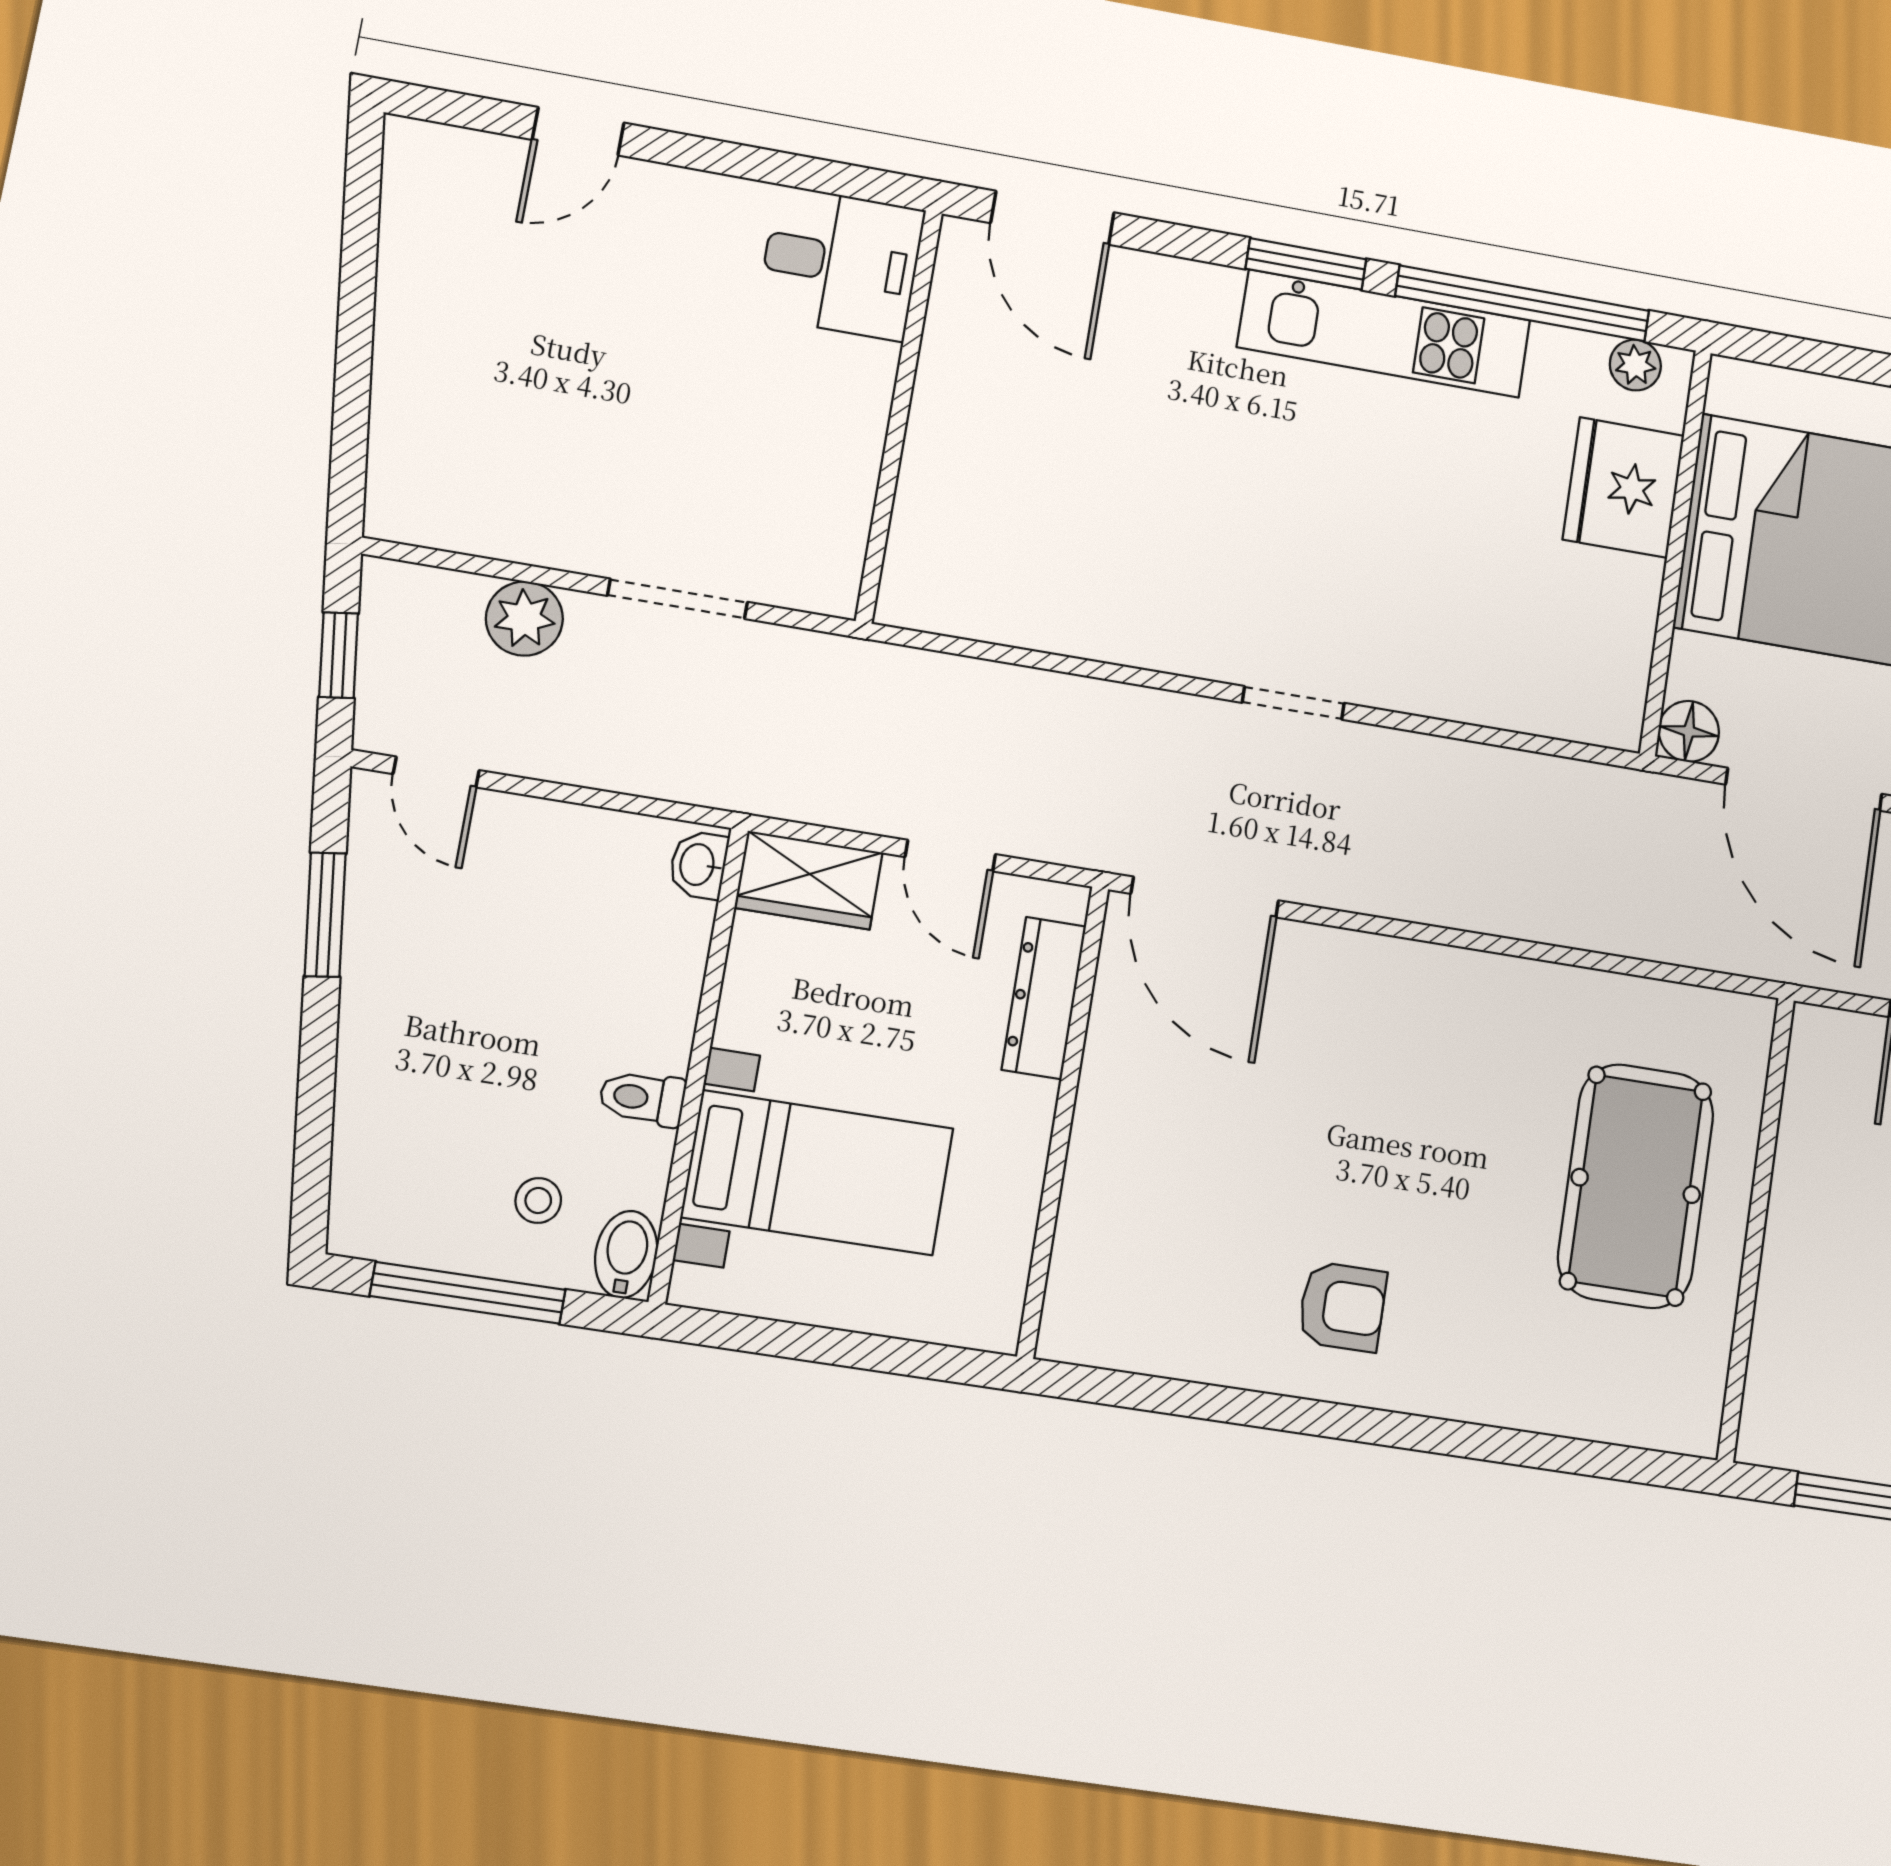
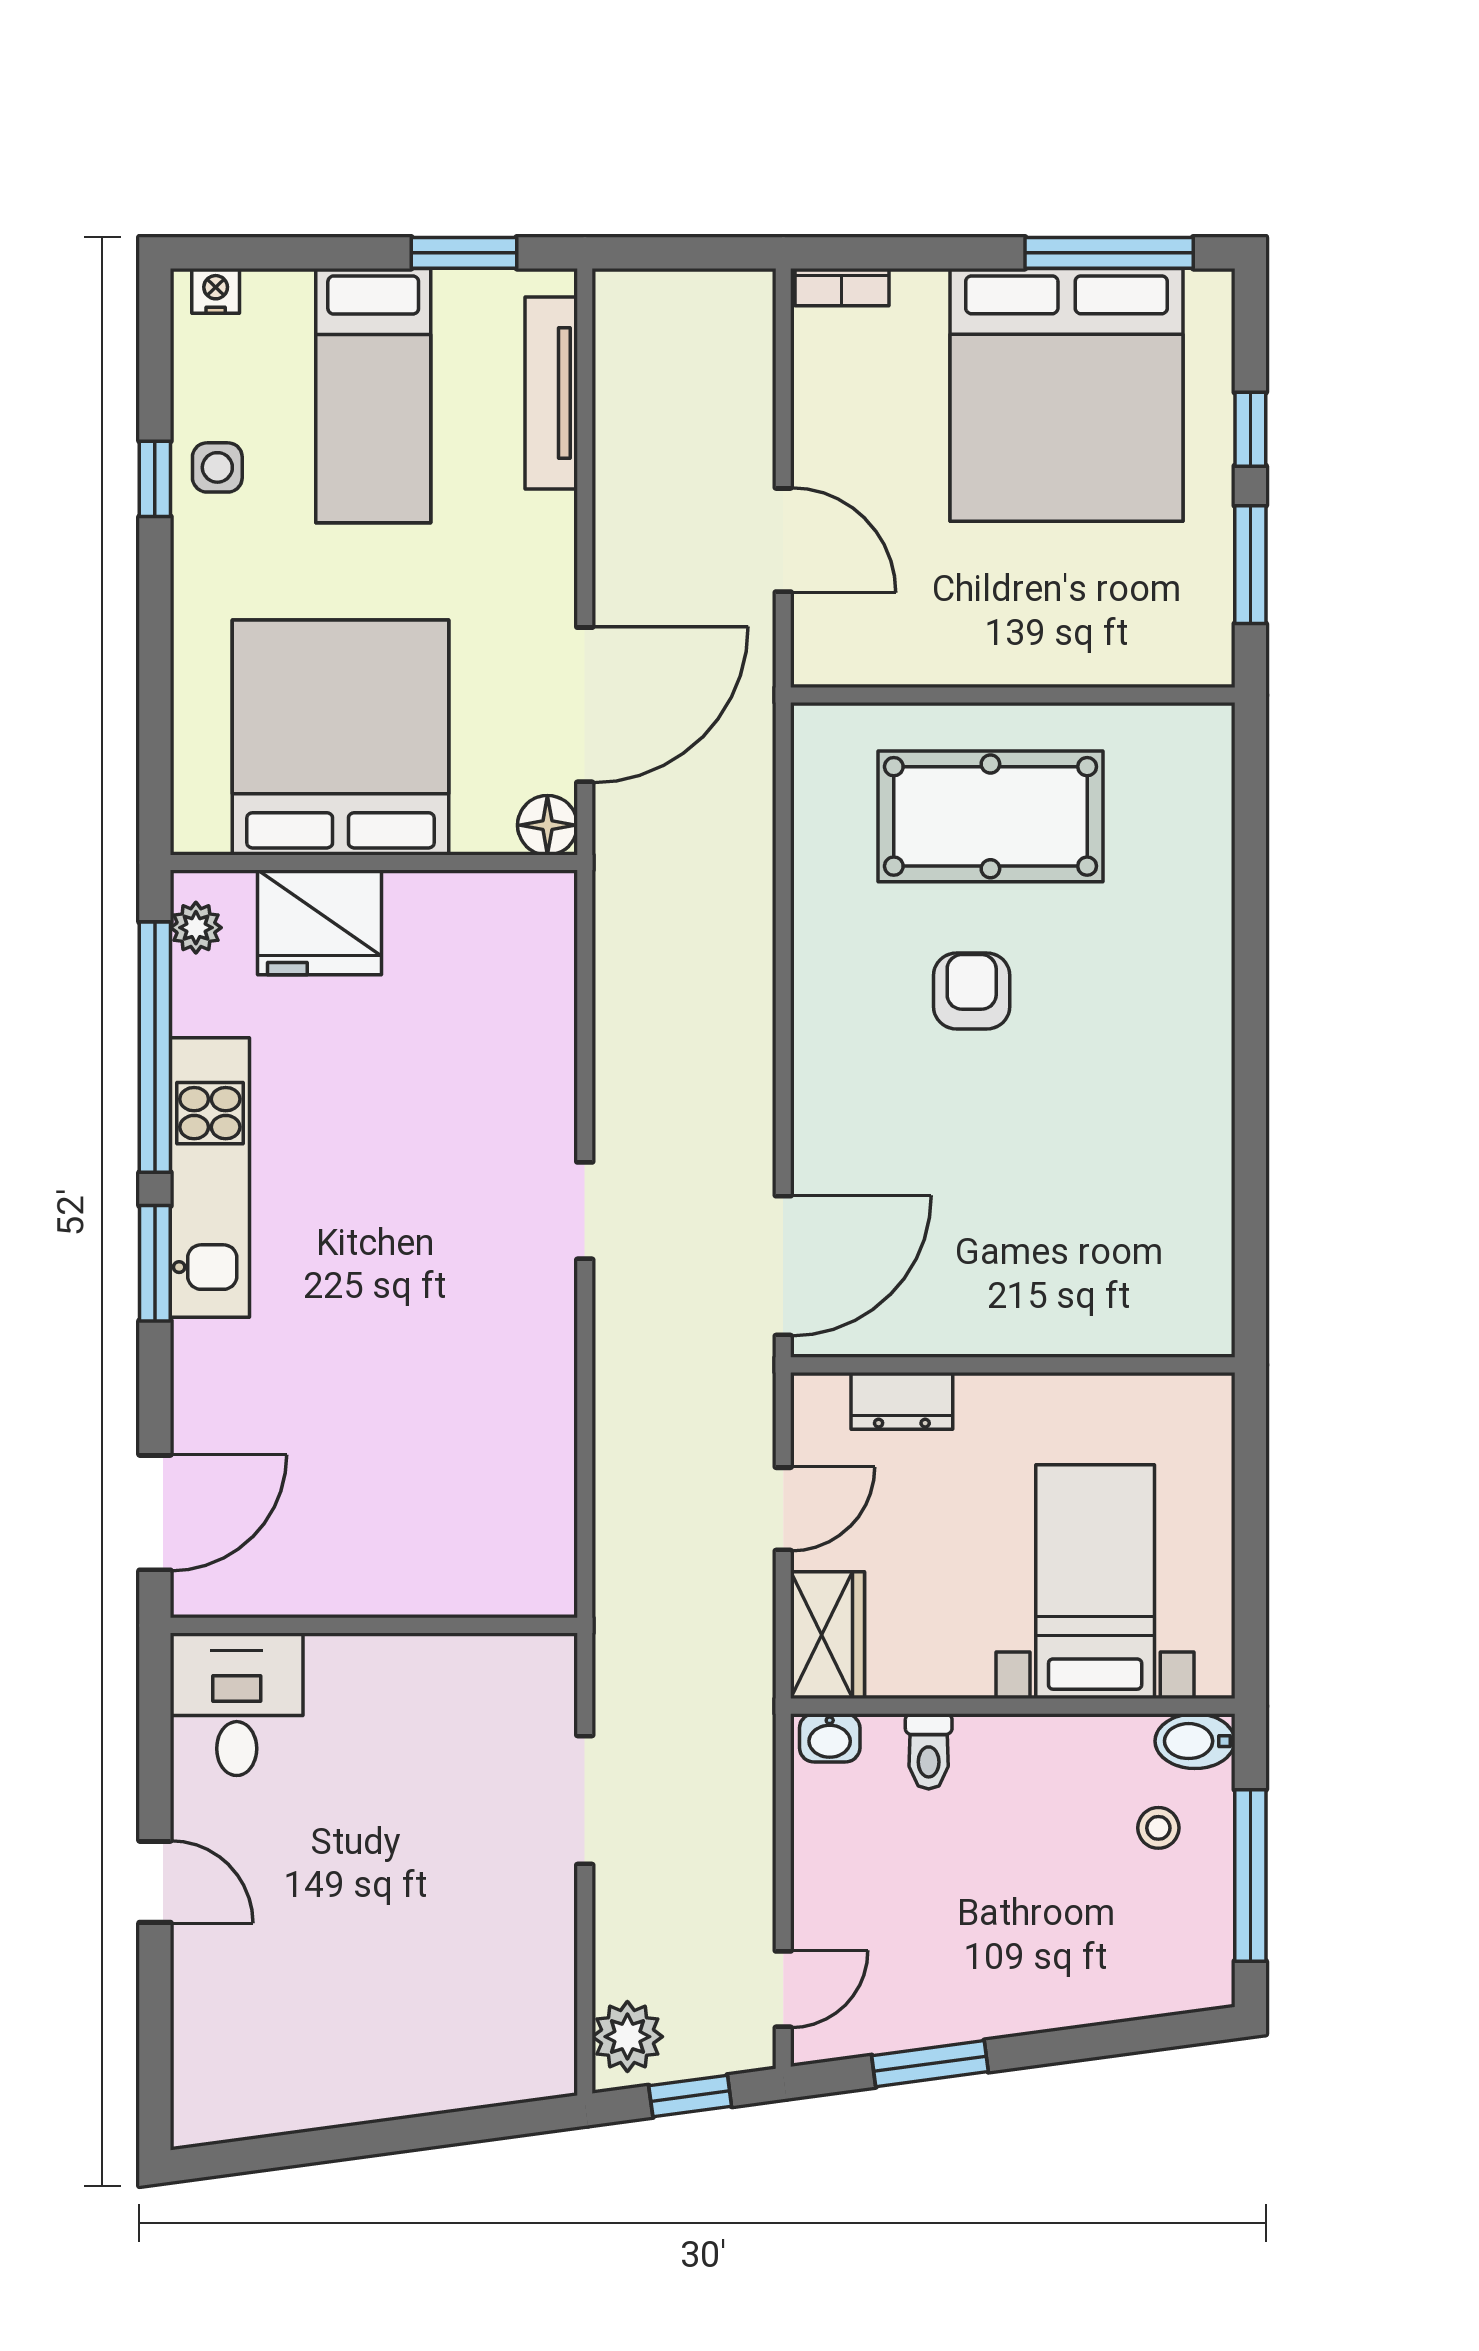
door: (578, 131) -> (155, 1882), moved
plant: (524, 619) -> (627, 2037), moved
dresser: (1044, 998) -> (902, 1401), width x0.70
toilet: (642, 1098) -> (929, 1751), moved
armchair: (1342, 1307) -> (972, 991), moved

